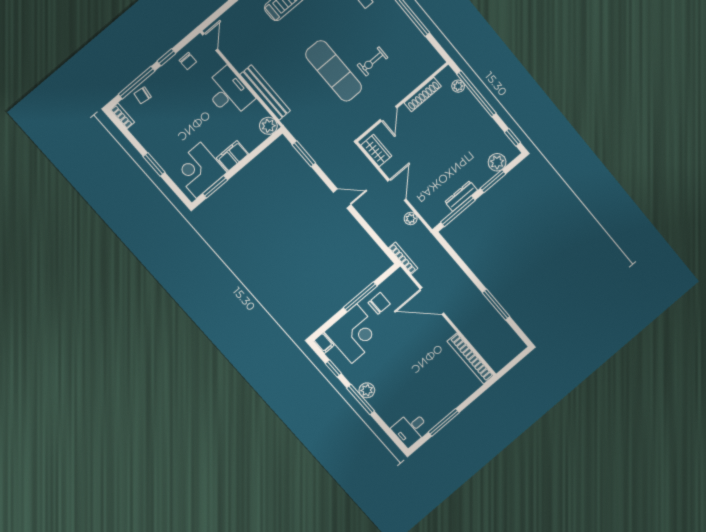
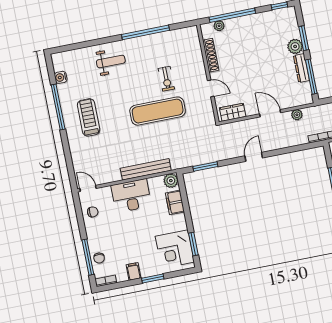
window: (166, 57) -> (82, 226), removed
filing cabinet: (150, 140) -> (134, 271), added
filing cabinet: (232, 156) -> (175, 202), moved
plant: (497, 162) -> (295, 46), moved

